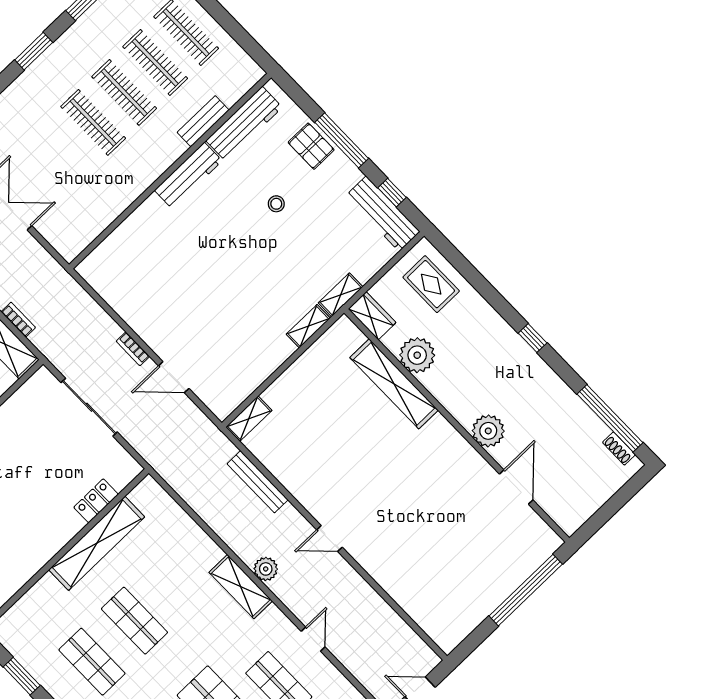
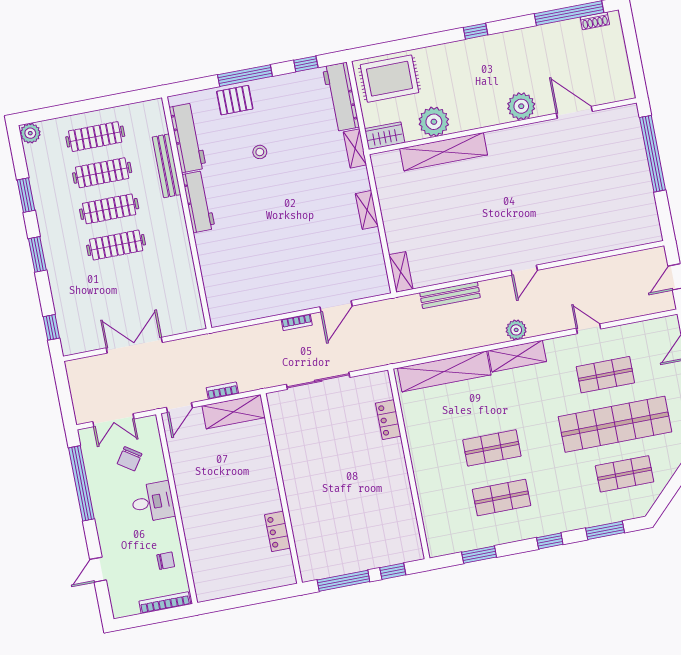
bench: (203, 121) -> (167, 166), width x1.36
workbench: (383, 214) -> (341, 97), moved, turned 90
rug: (431, 284) -> (390, 79), width x1.36, depth x1.43
shelving: (308, 326) -> (367, 210), moved
shelving: (97, 543) -> (444, 371), moved, turned 90

